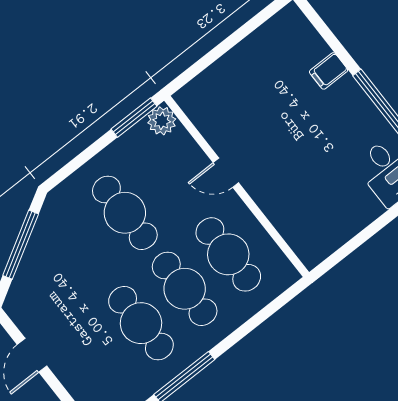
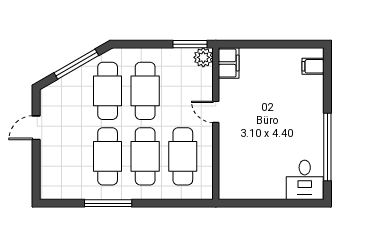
filing cabinet: (329, 71) -> (313, 66), moved
filing cabinet: (196, 104) -> (229, 63), added
cafe table: (81, 247) -> (108, 91), added

